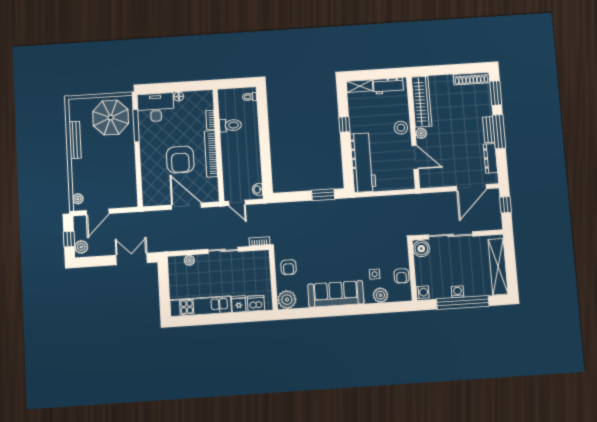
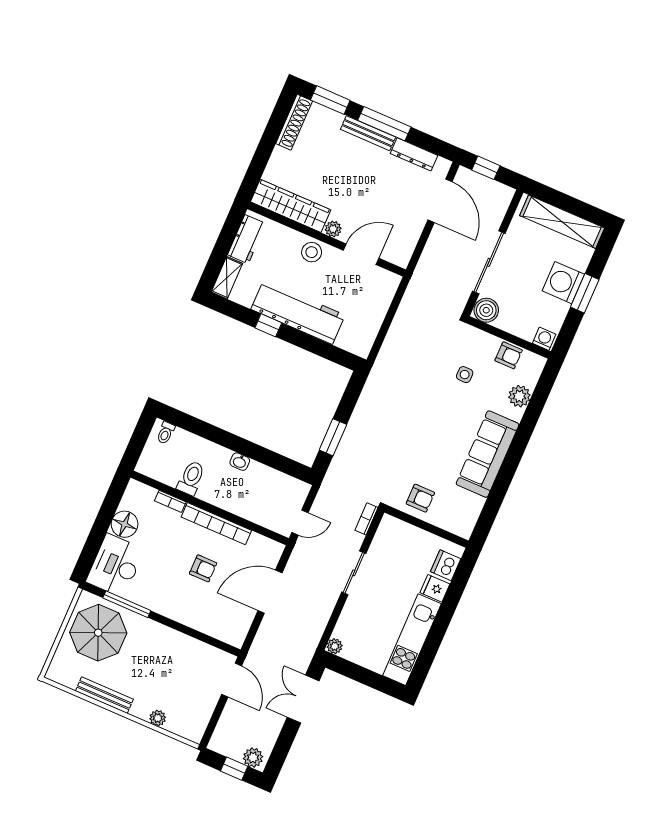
floor lamp: (179, 97) -> (125, 524), width x1.89, depth x1.89
bench: (489, 130) -> (368, 133), width x1.36
armchair: (180, 160) -> (203, 568), width x0.53, depth x0.53
workbench: (363, 162) -> (298, 312), moved
washbasin: (258, 189) -> (240, 462), moved
window: (323, 195) -> (333, 437), moved
plant: (78, 199) -> (158, 718), moved
door: (98, 212) -> (232, 680), moved
plant: (189, 260) -> (335, 646), moved
side table: (375, 274) -> (465, 375), moved
washing machine: (458, 292) -> (563, 283), width x1.89, depth x1.89
plant: (287, 300) -> (462, 522), removed
window: (463, 302) -> (585, 293), width x0.47

